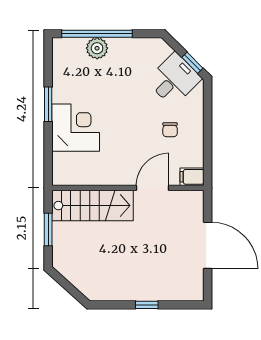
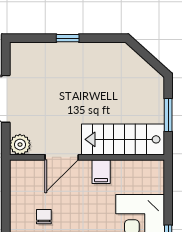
filing cabinet: (192, 177) -> (101, 172), moved, turned 90
plant: (194, 201) -> (20, 145), added

